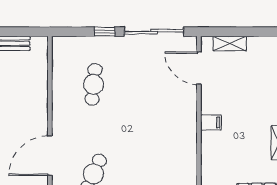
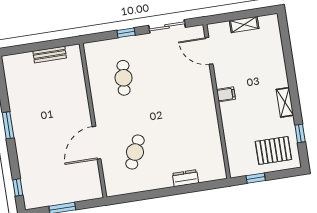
sliding door: (154, 32) -> (167, 26), width x0.73
shelving: (230, 44) -> (244, 25), moved

